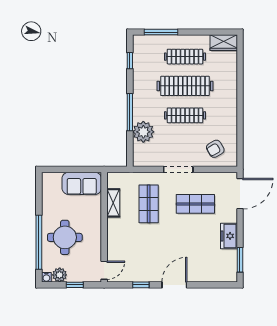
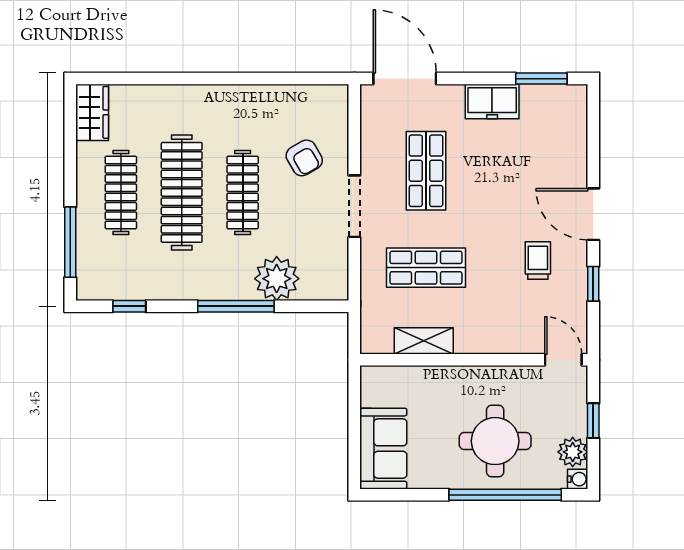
armchair: (215, 149) -> (304, 158), moved
sofa: (82, 183) -> (383, 449), moved
trolley: (152, 258) -> (538, 261), added

